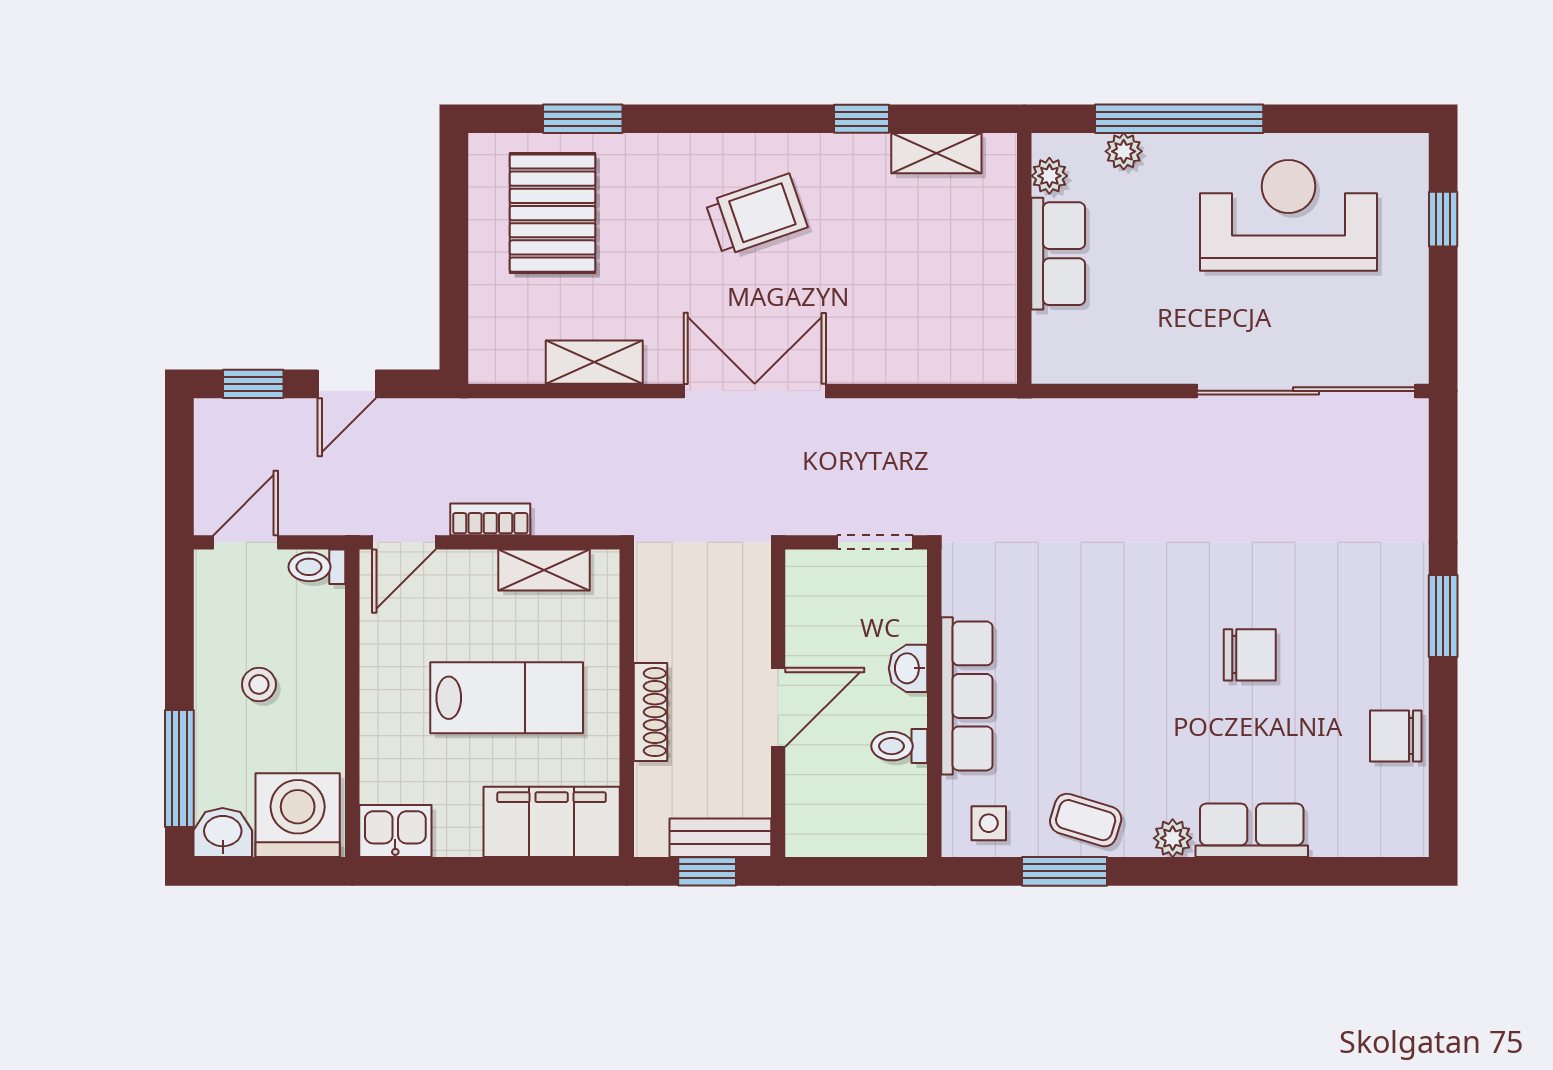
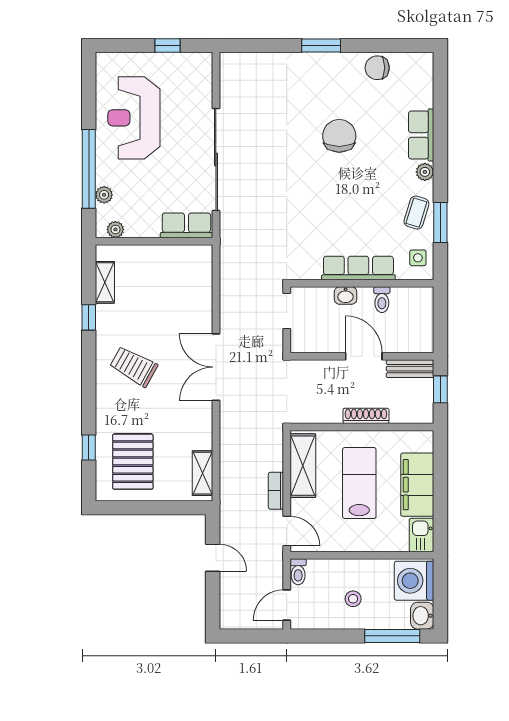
window: (583, 119) -> (89, 448), width x0.67
pallet: (553, 213) -> (133, 462), turned 90
trolley: (756, 215) -> (134, 366), turned -42
window: (1443, 219) -> (167, 46), moved
row of seats: (1058, 254) -> (186, 225), moved
shelving: (594, 362) -> (202, 473), moved
window: (253, 384) -> (213, 601), removed
sliding door: (1306, 391) -> (216, 159), moved
door: (246, 542) -> (287, 605), hinge flipped
shelving: (544, 570) -> (303, 466), width x1.50, depth x1.33
chair: (1250, 655) -> (339, 136), width x1.37, depth x1.37
chair: (1396, 736) -> (377, 68), turned 90
filing cabinet: (552, 822) -> (417, 485), moved
bench: (720, 838) -> (410, 369), moved, turned 90

